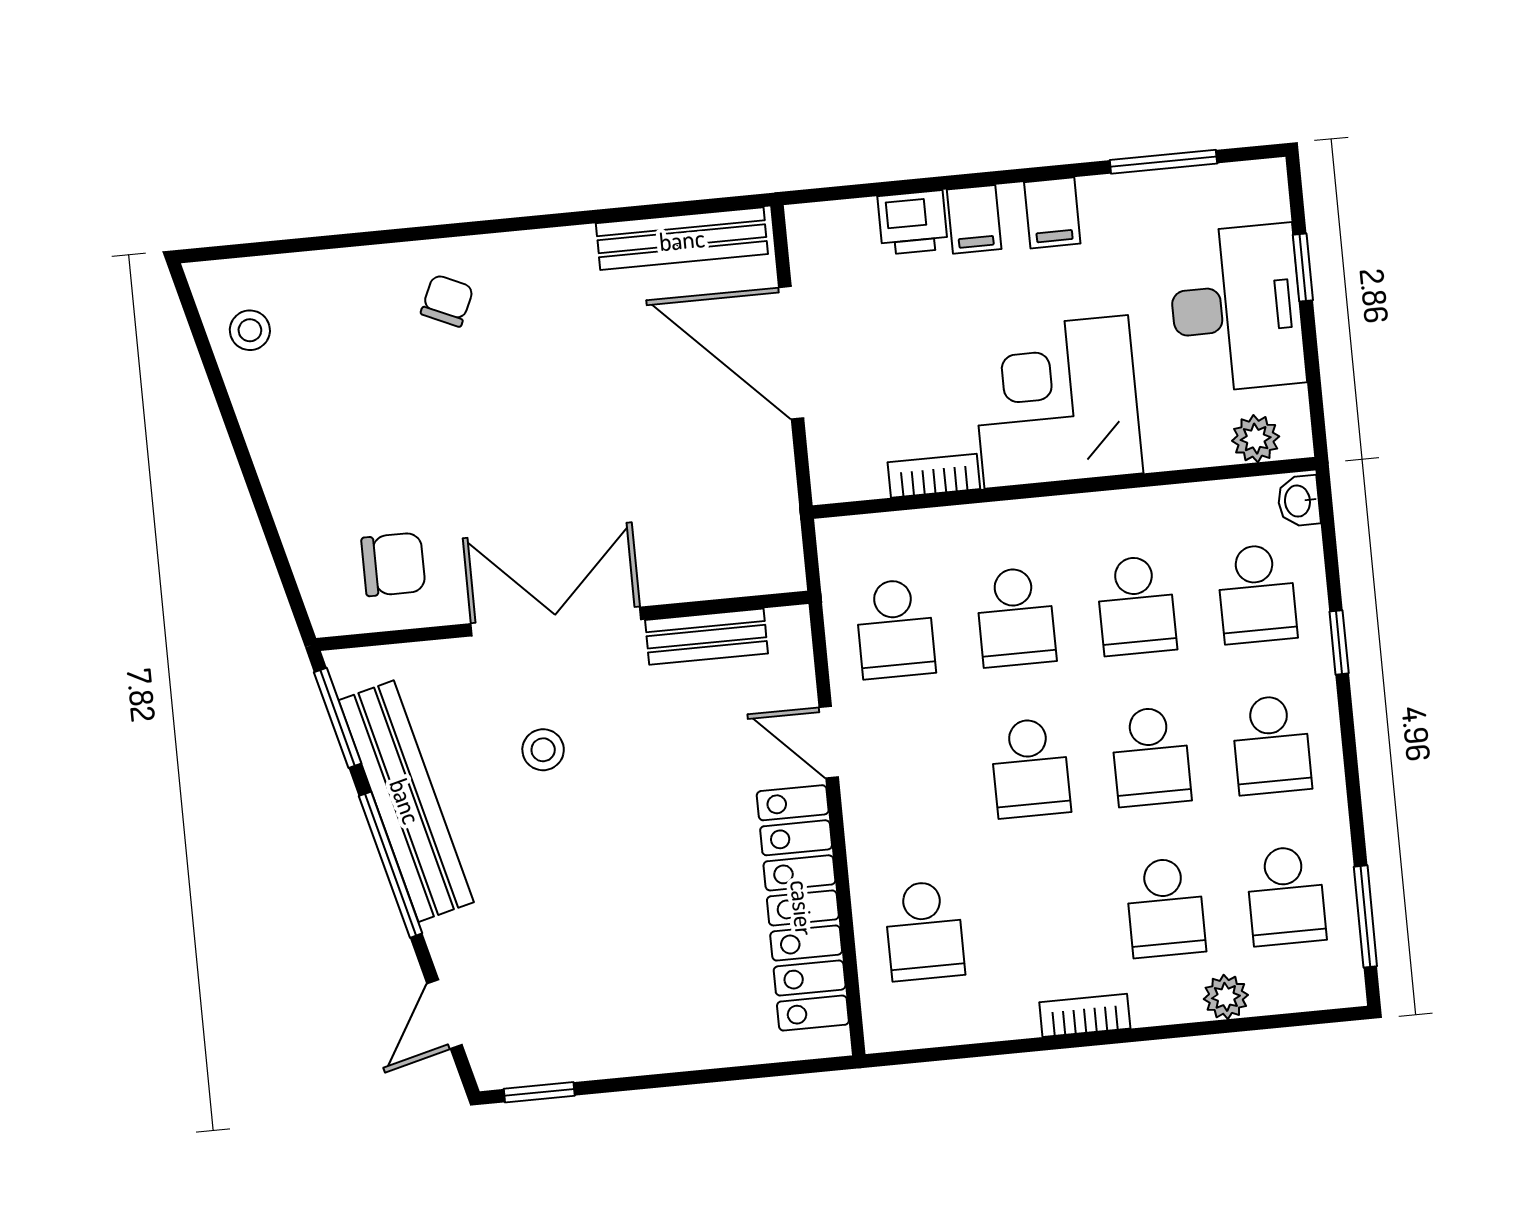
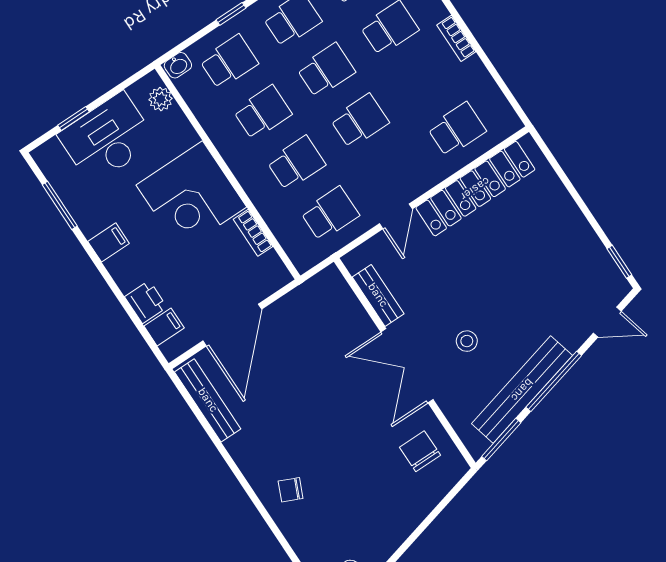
filing cabinet: (974, 219) -> (164, 327), moved

